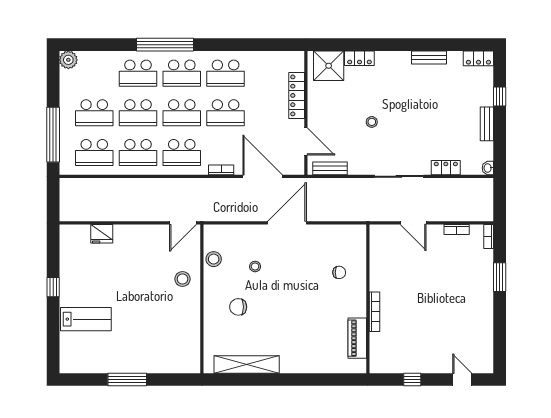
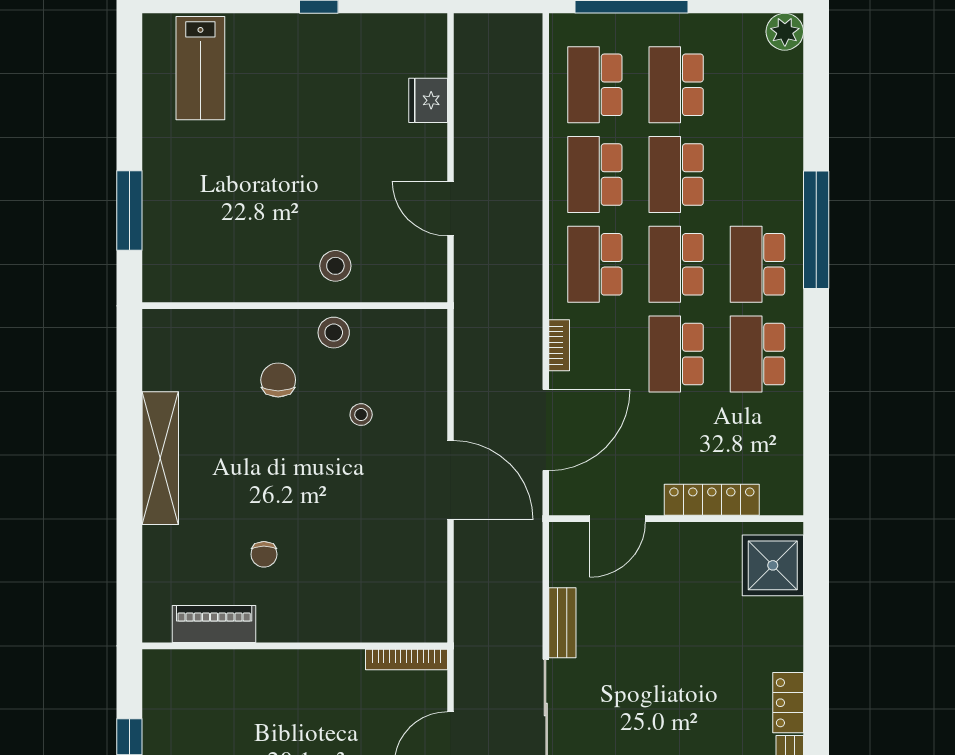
locker: (359, 58) -> (788, 703), moved
school desk: (138, 73) -> (758, 175), removed
stool: (372, 122) -> (658, 654), removed
bench: (330, 168) -> (562, 623), moved
door: (183, 223) -> (450, 209), moved
stool: (214, 259) -> (334, 333), moved
chair: (339, 272) -> (264, 554), moved
bookcase: (375, 312) -> (406, 659), moved
lab bench: (86, 319) -> (200, 68), moved
shelving: (247, 364) -> (160, 458), moved
window: (127, 380) -> (129, 210), moved

